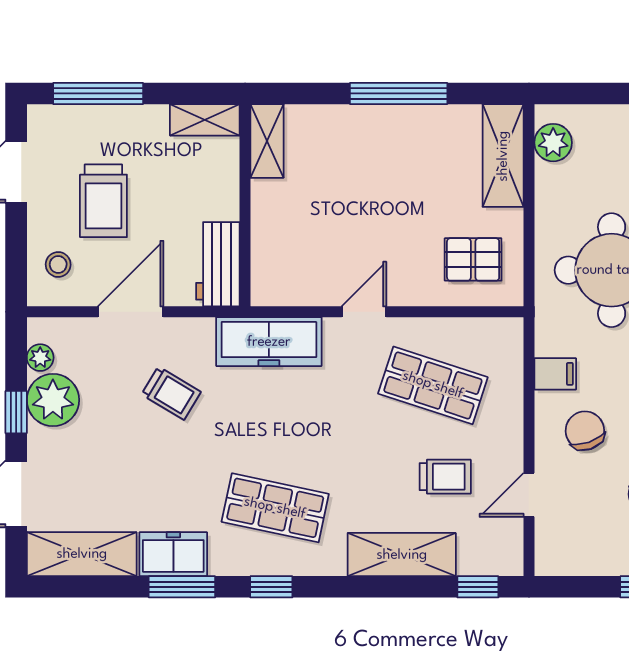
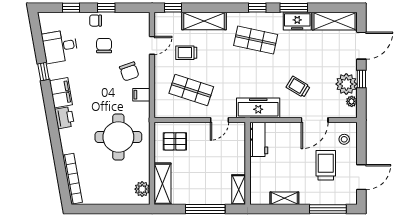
shelving: (267, 141) -> (239, 190), moved
wall: (245, 205) -> (248, 163), moved
workbench: (218, 264) -> (259, 139), moved

